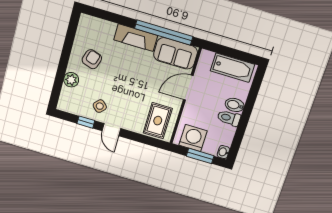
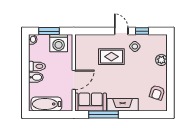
window: (164, 32) -> (103, 114), width x0.68
armchair: (92, 59) -> (157, 93), moved
rug: (158, 121) -> (111, 57), moved, turned 90

